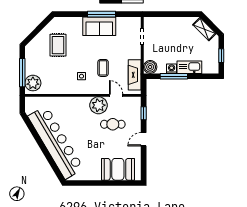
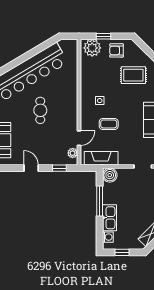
armchair: (35, 61) -> (117, 50), added
washing machine: (172, 69) -> (108, 237), moved
window: (22, 73) -> (104, 36), width x0.46
plant: (98, 105) -> (73, 153), moved, width x0.53, depth x0.53
cafe table: (113, 124) -> (40, 110), moved

